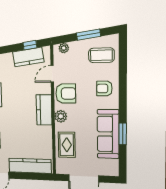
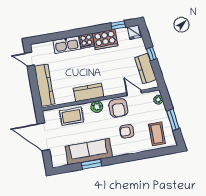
window: (30, 45) -> (151, 54), moved
armchair: (104, 88) -> (127, 131), moved, turned -90
kitchen counter: (44, 110) -> (88, 92), moved

